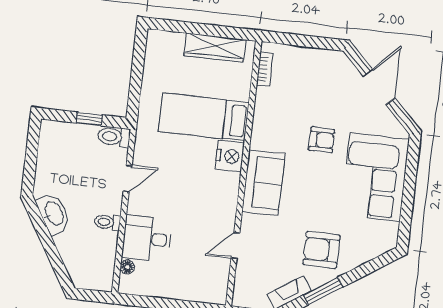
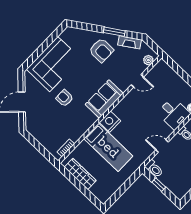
plant: (242, 288) -> (148, 60), added

